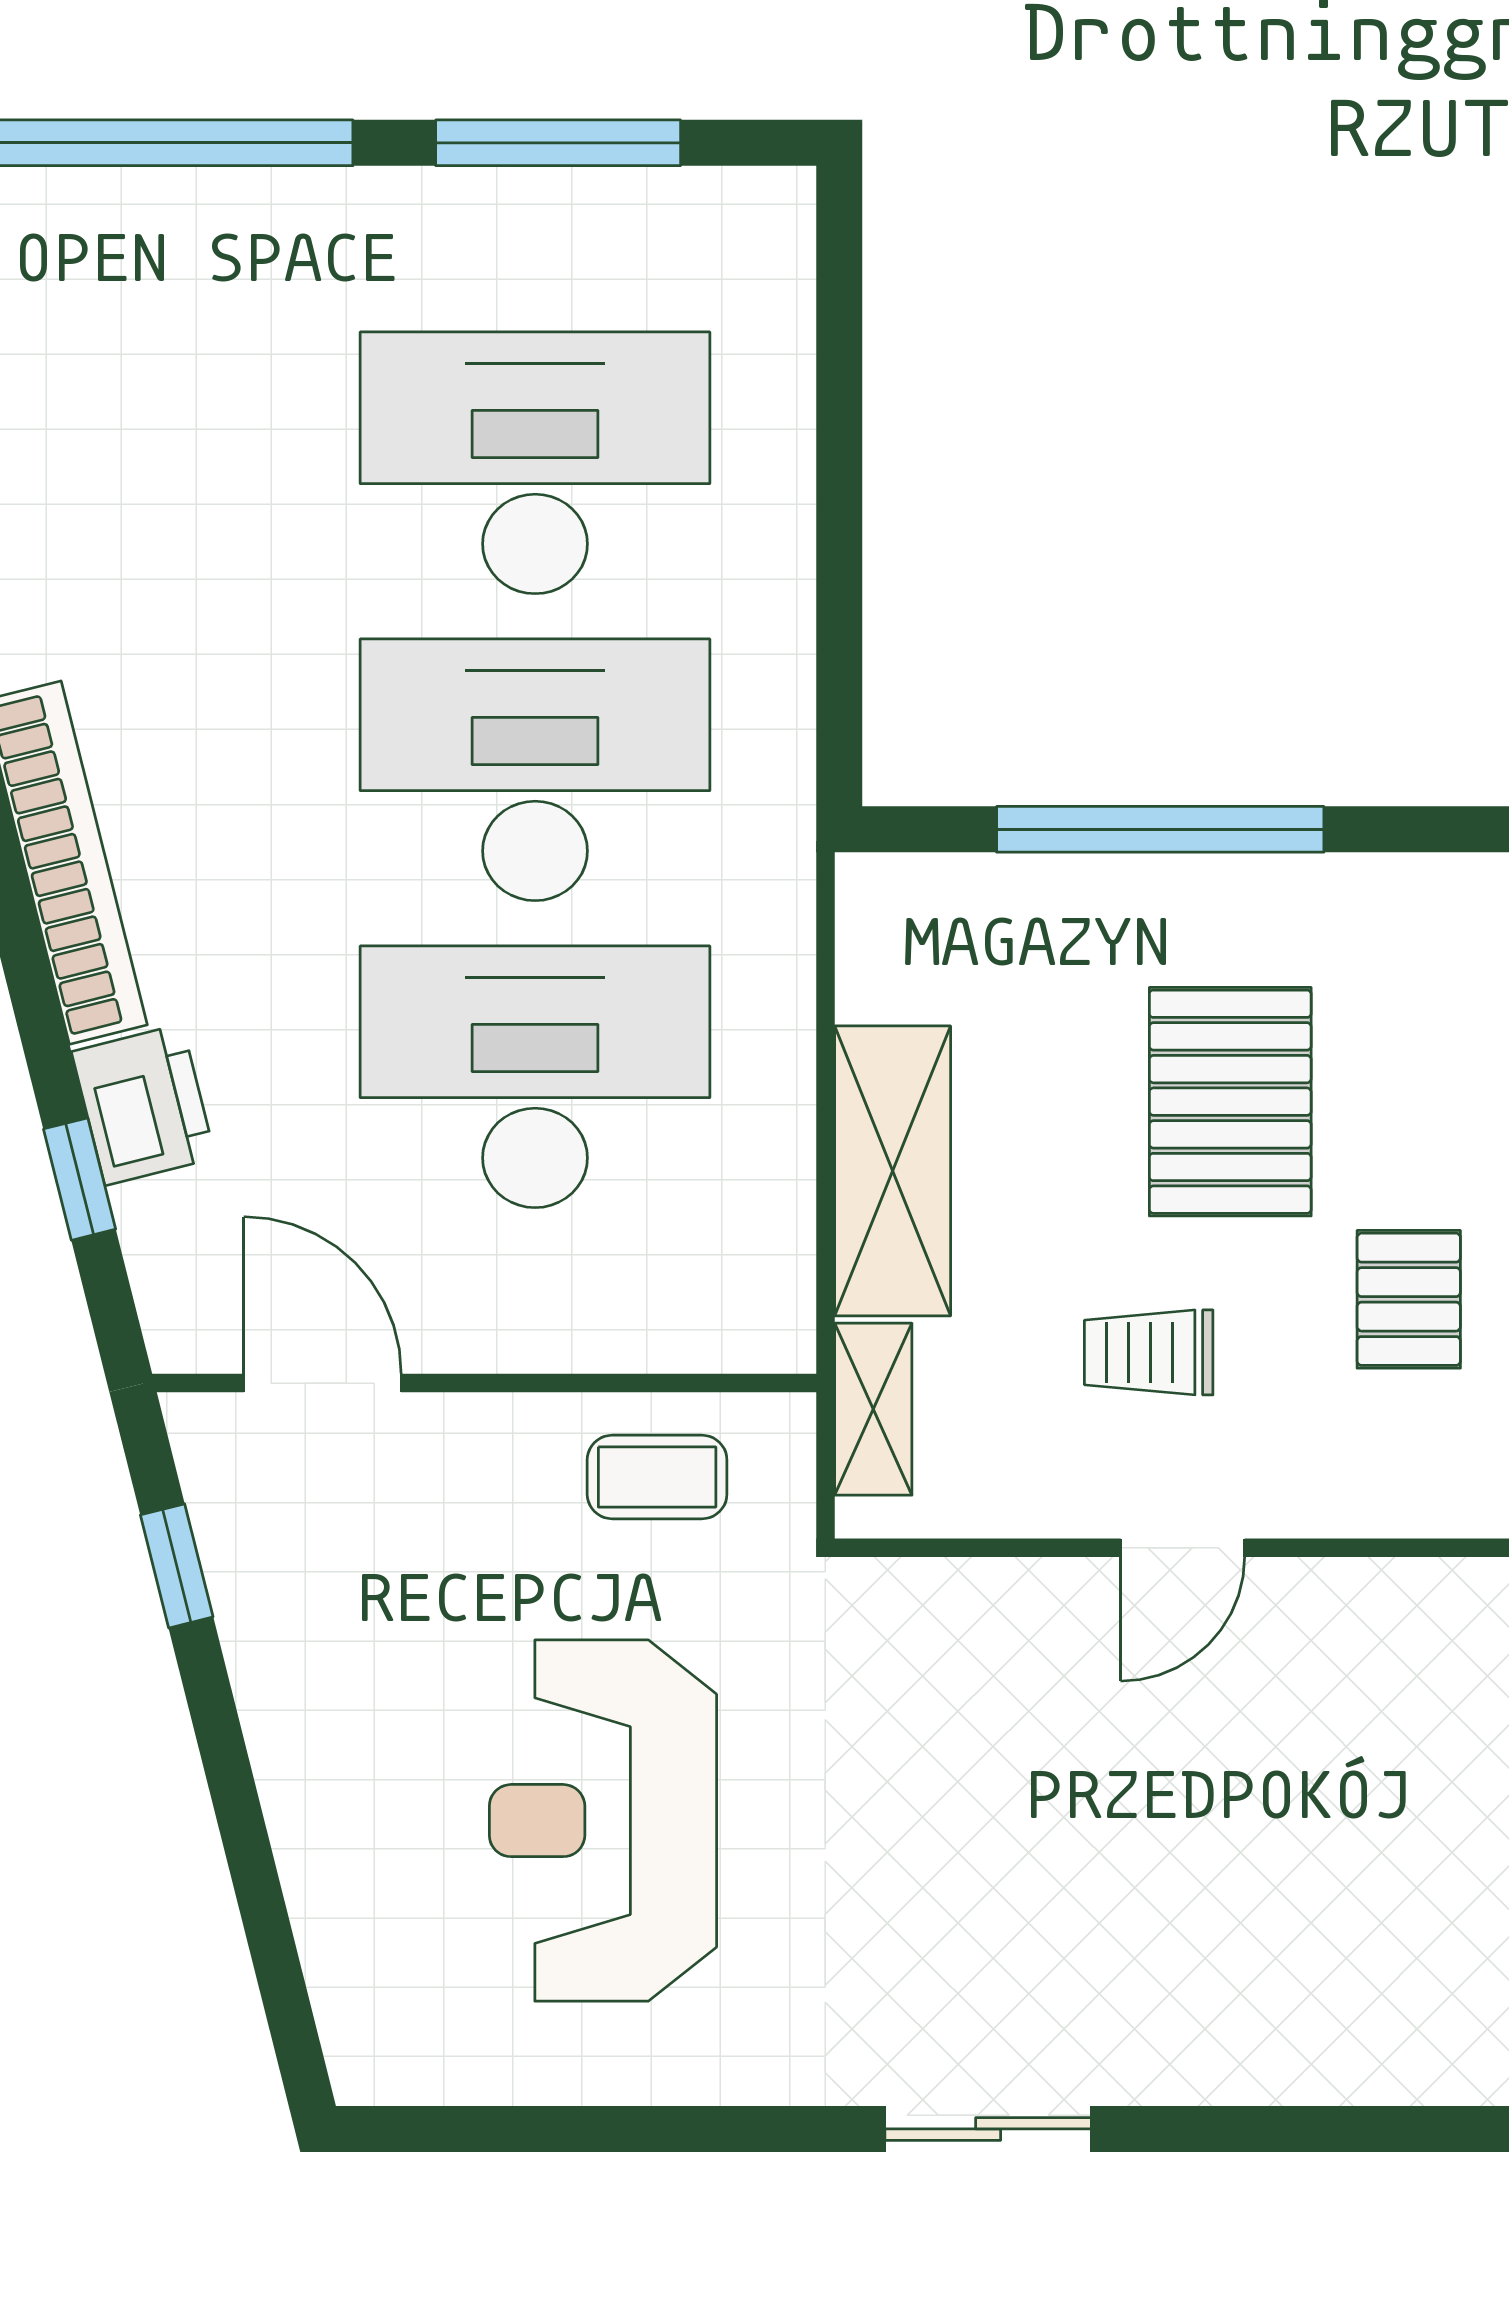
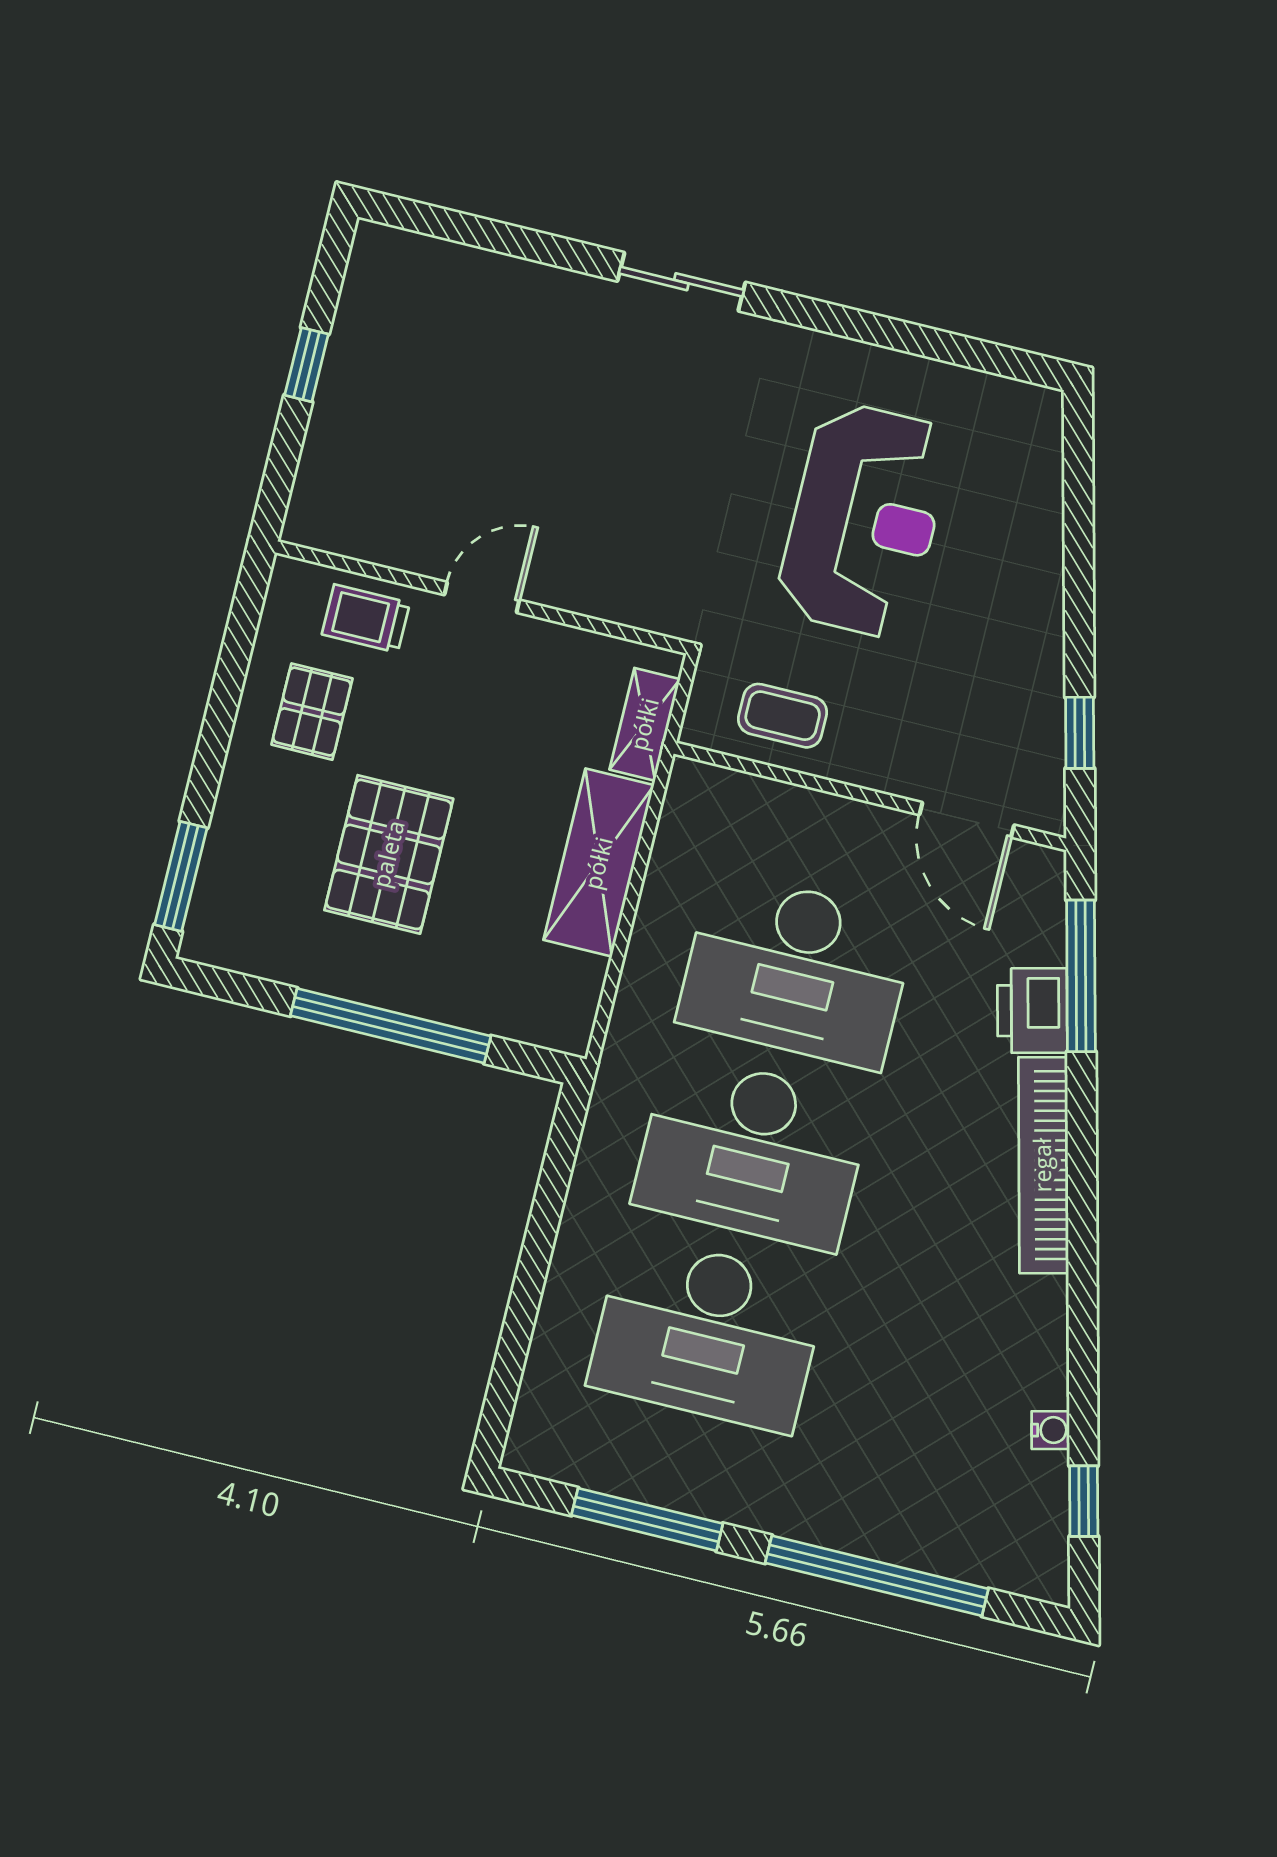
window: (80, 1179) -> (1081, 976), width x2.17
trolley: (1149, 1352) -> (366, 619), moved, turned 180

